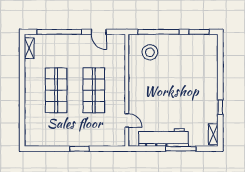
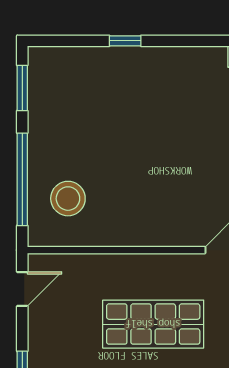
door: (99, 32) -> (22, 289), moved
window: (220, 107) -> (125, 41), moved

